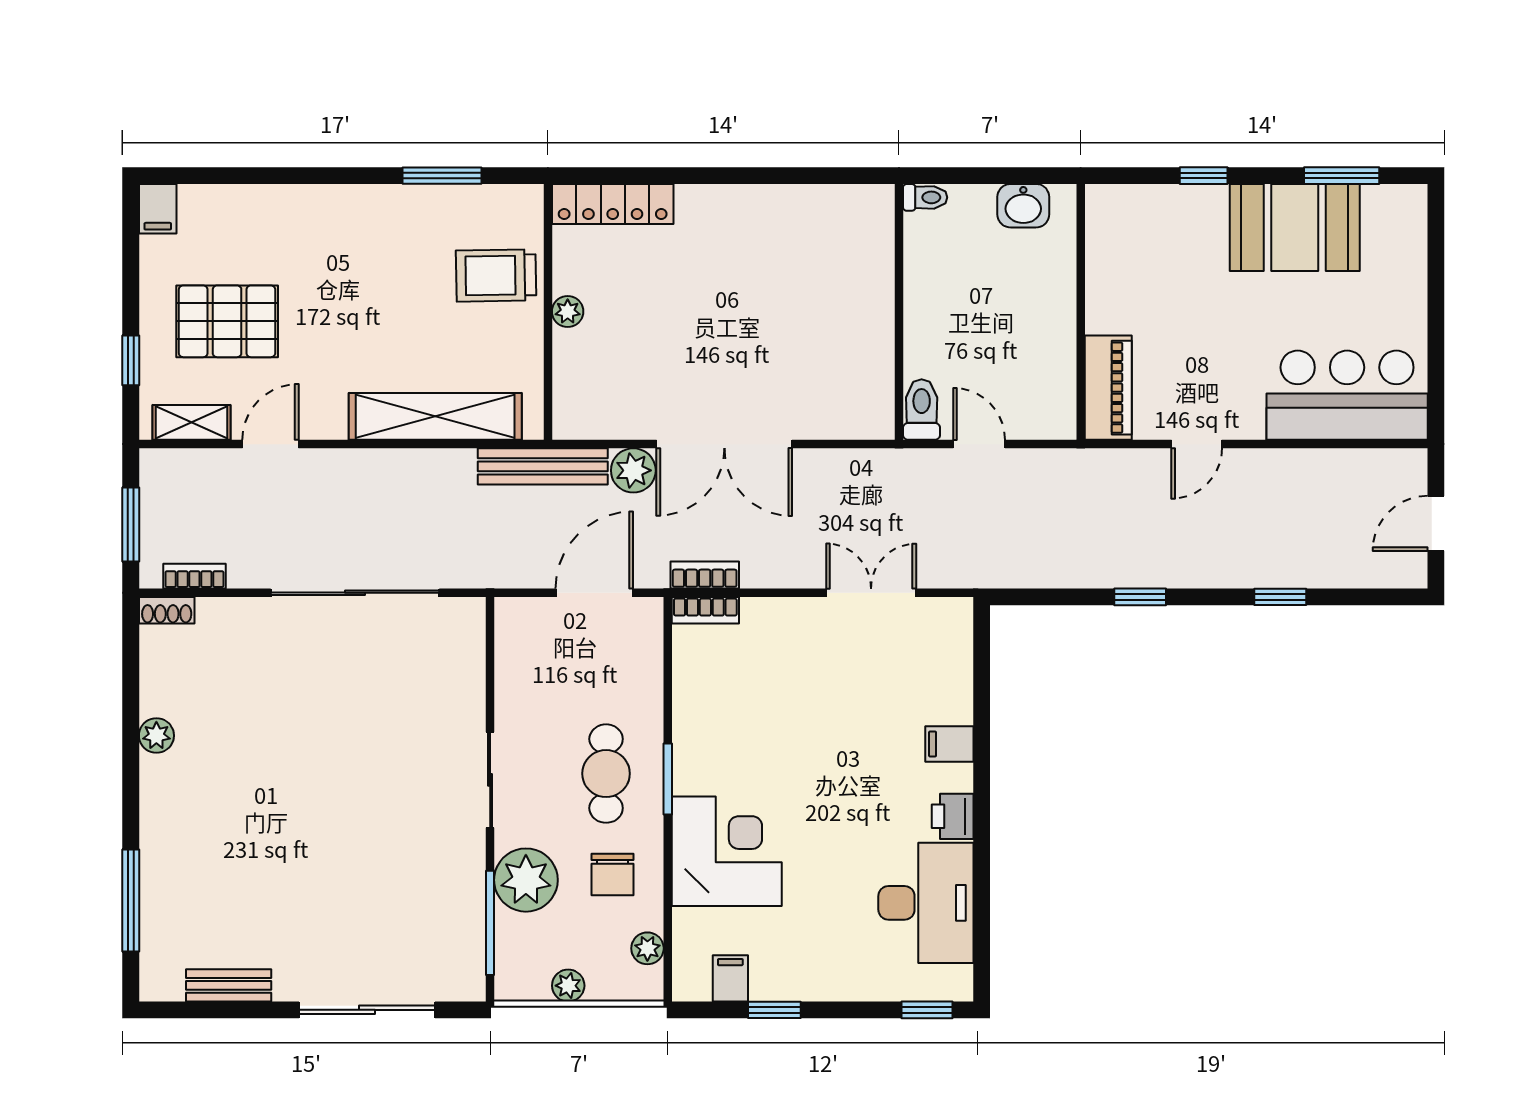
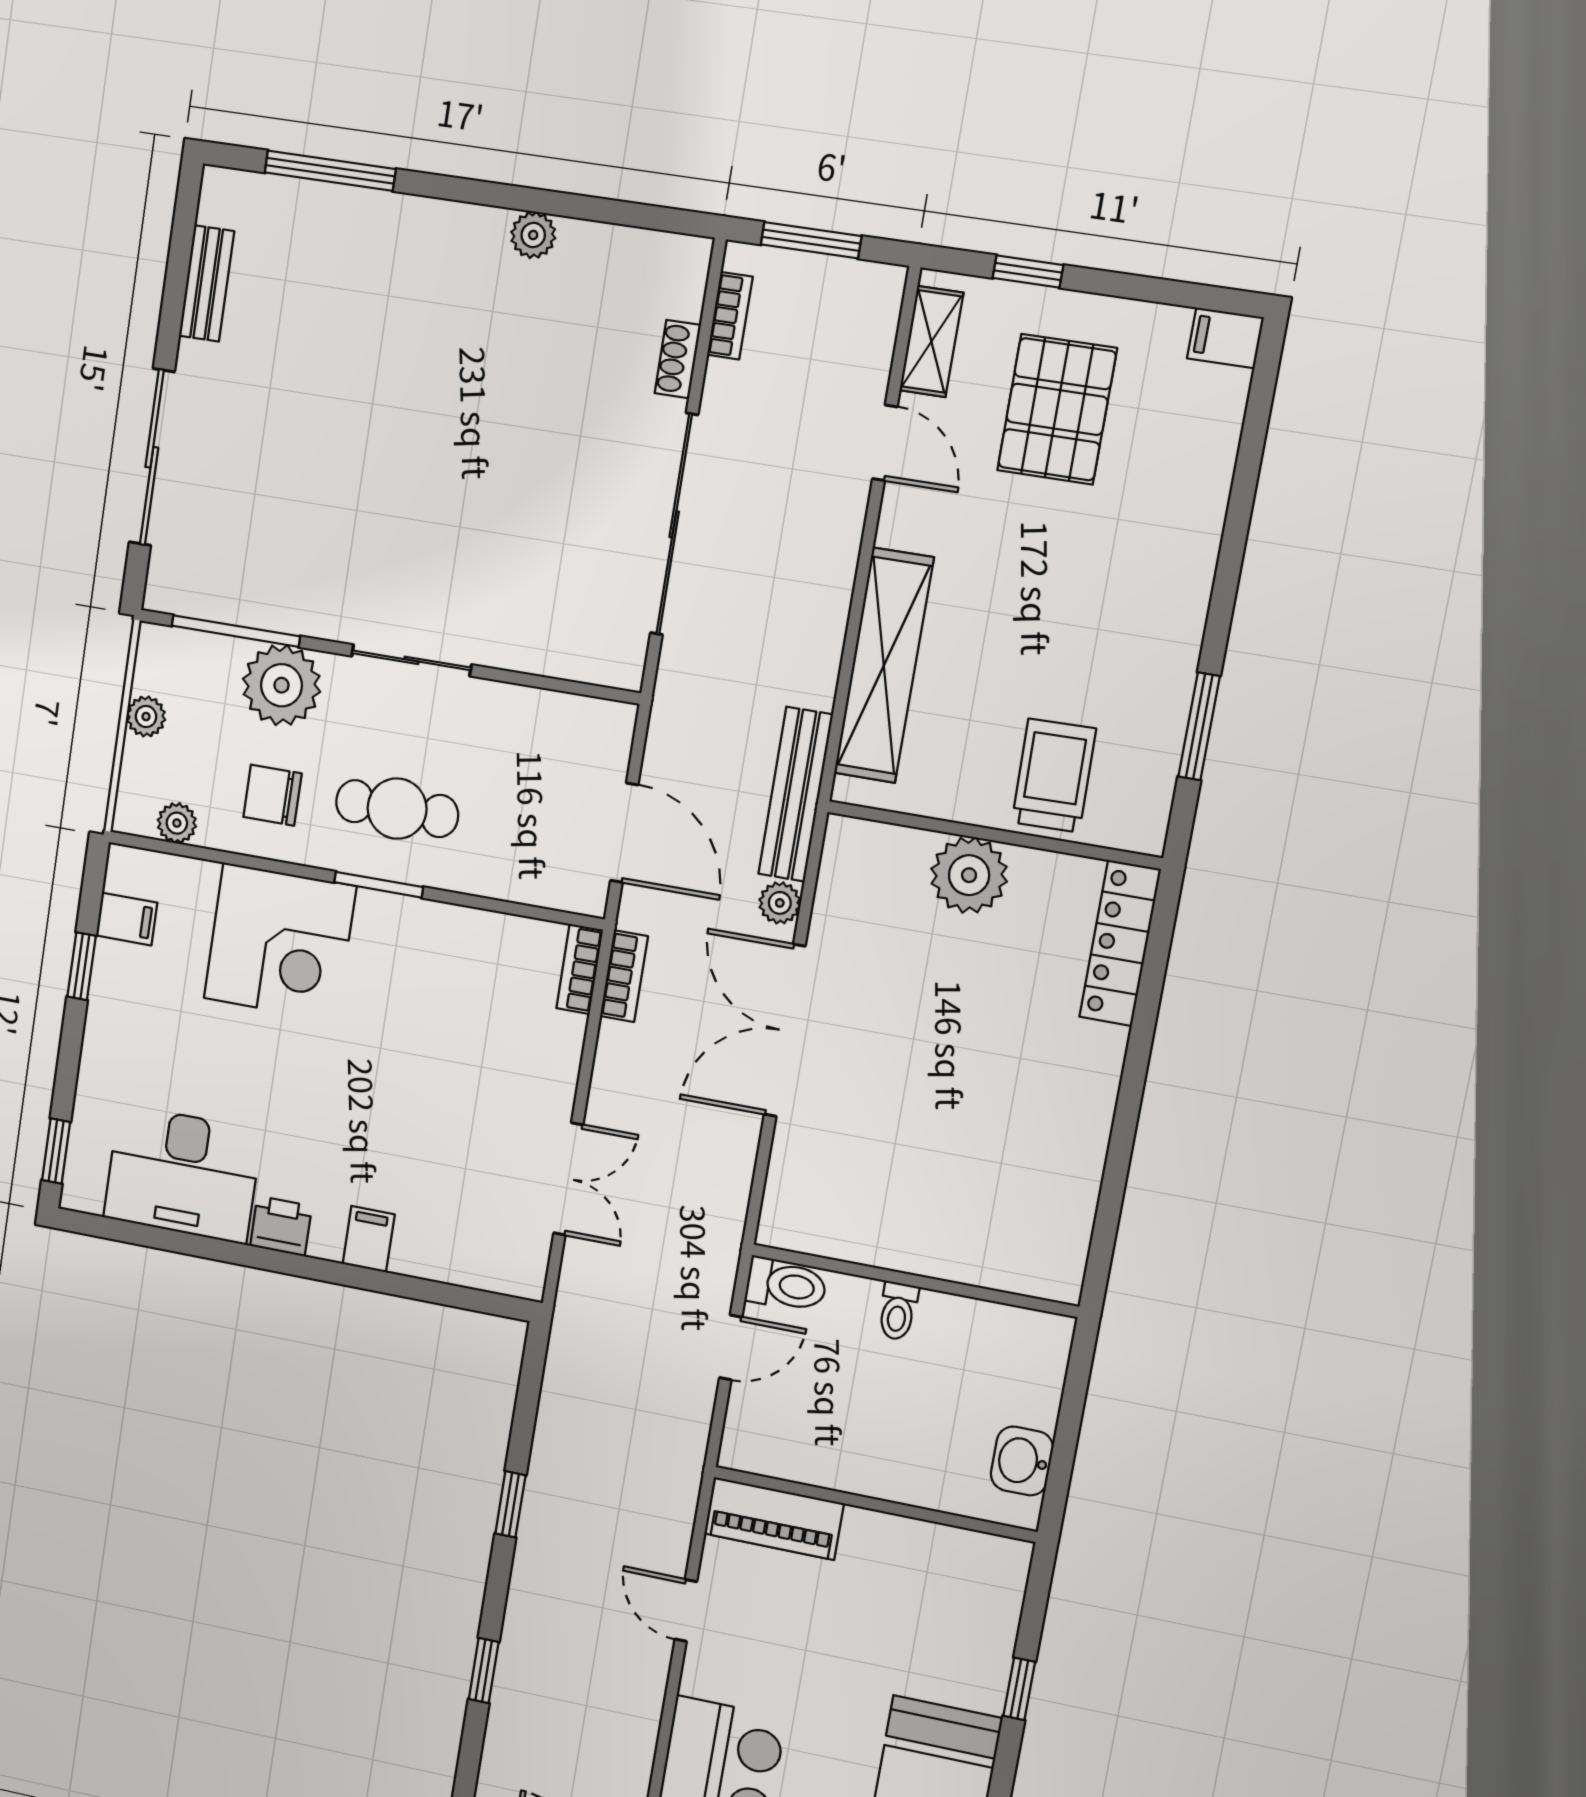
toilet: (925, 197) -> (898, 1311), moved
plant: (568, 312) -> (969, 875), width x1.87, depth x1.87
plant: (633, 470) -> (780, 903), width x0.73, depth x0.73
shoe rack: (167, 610) -> (678, 359), moved

